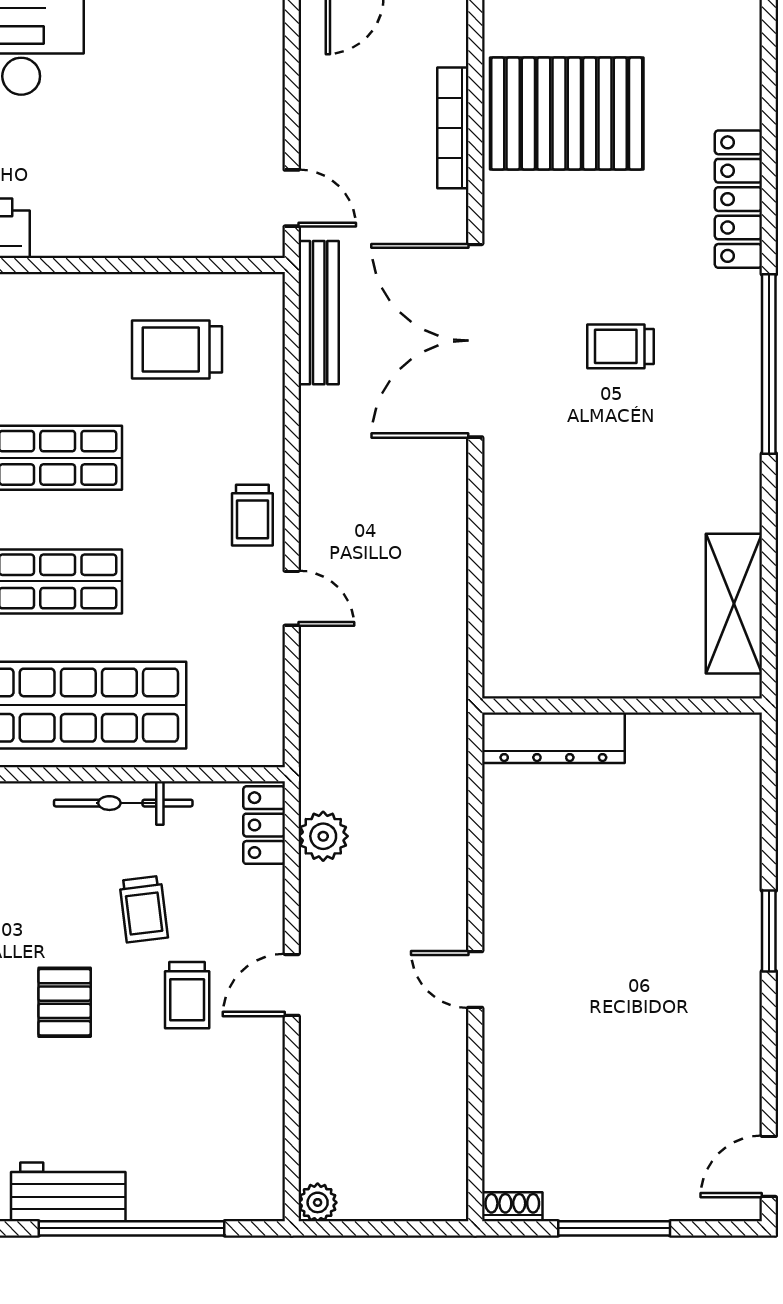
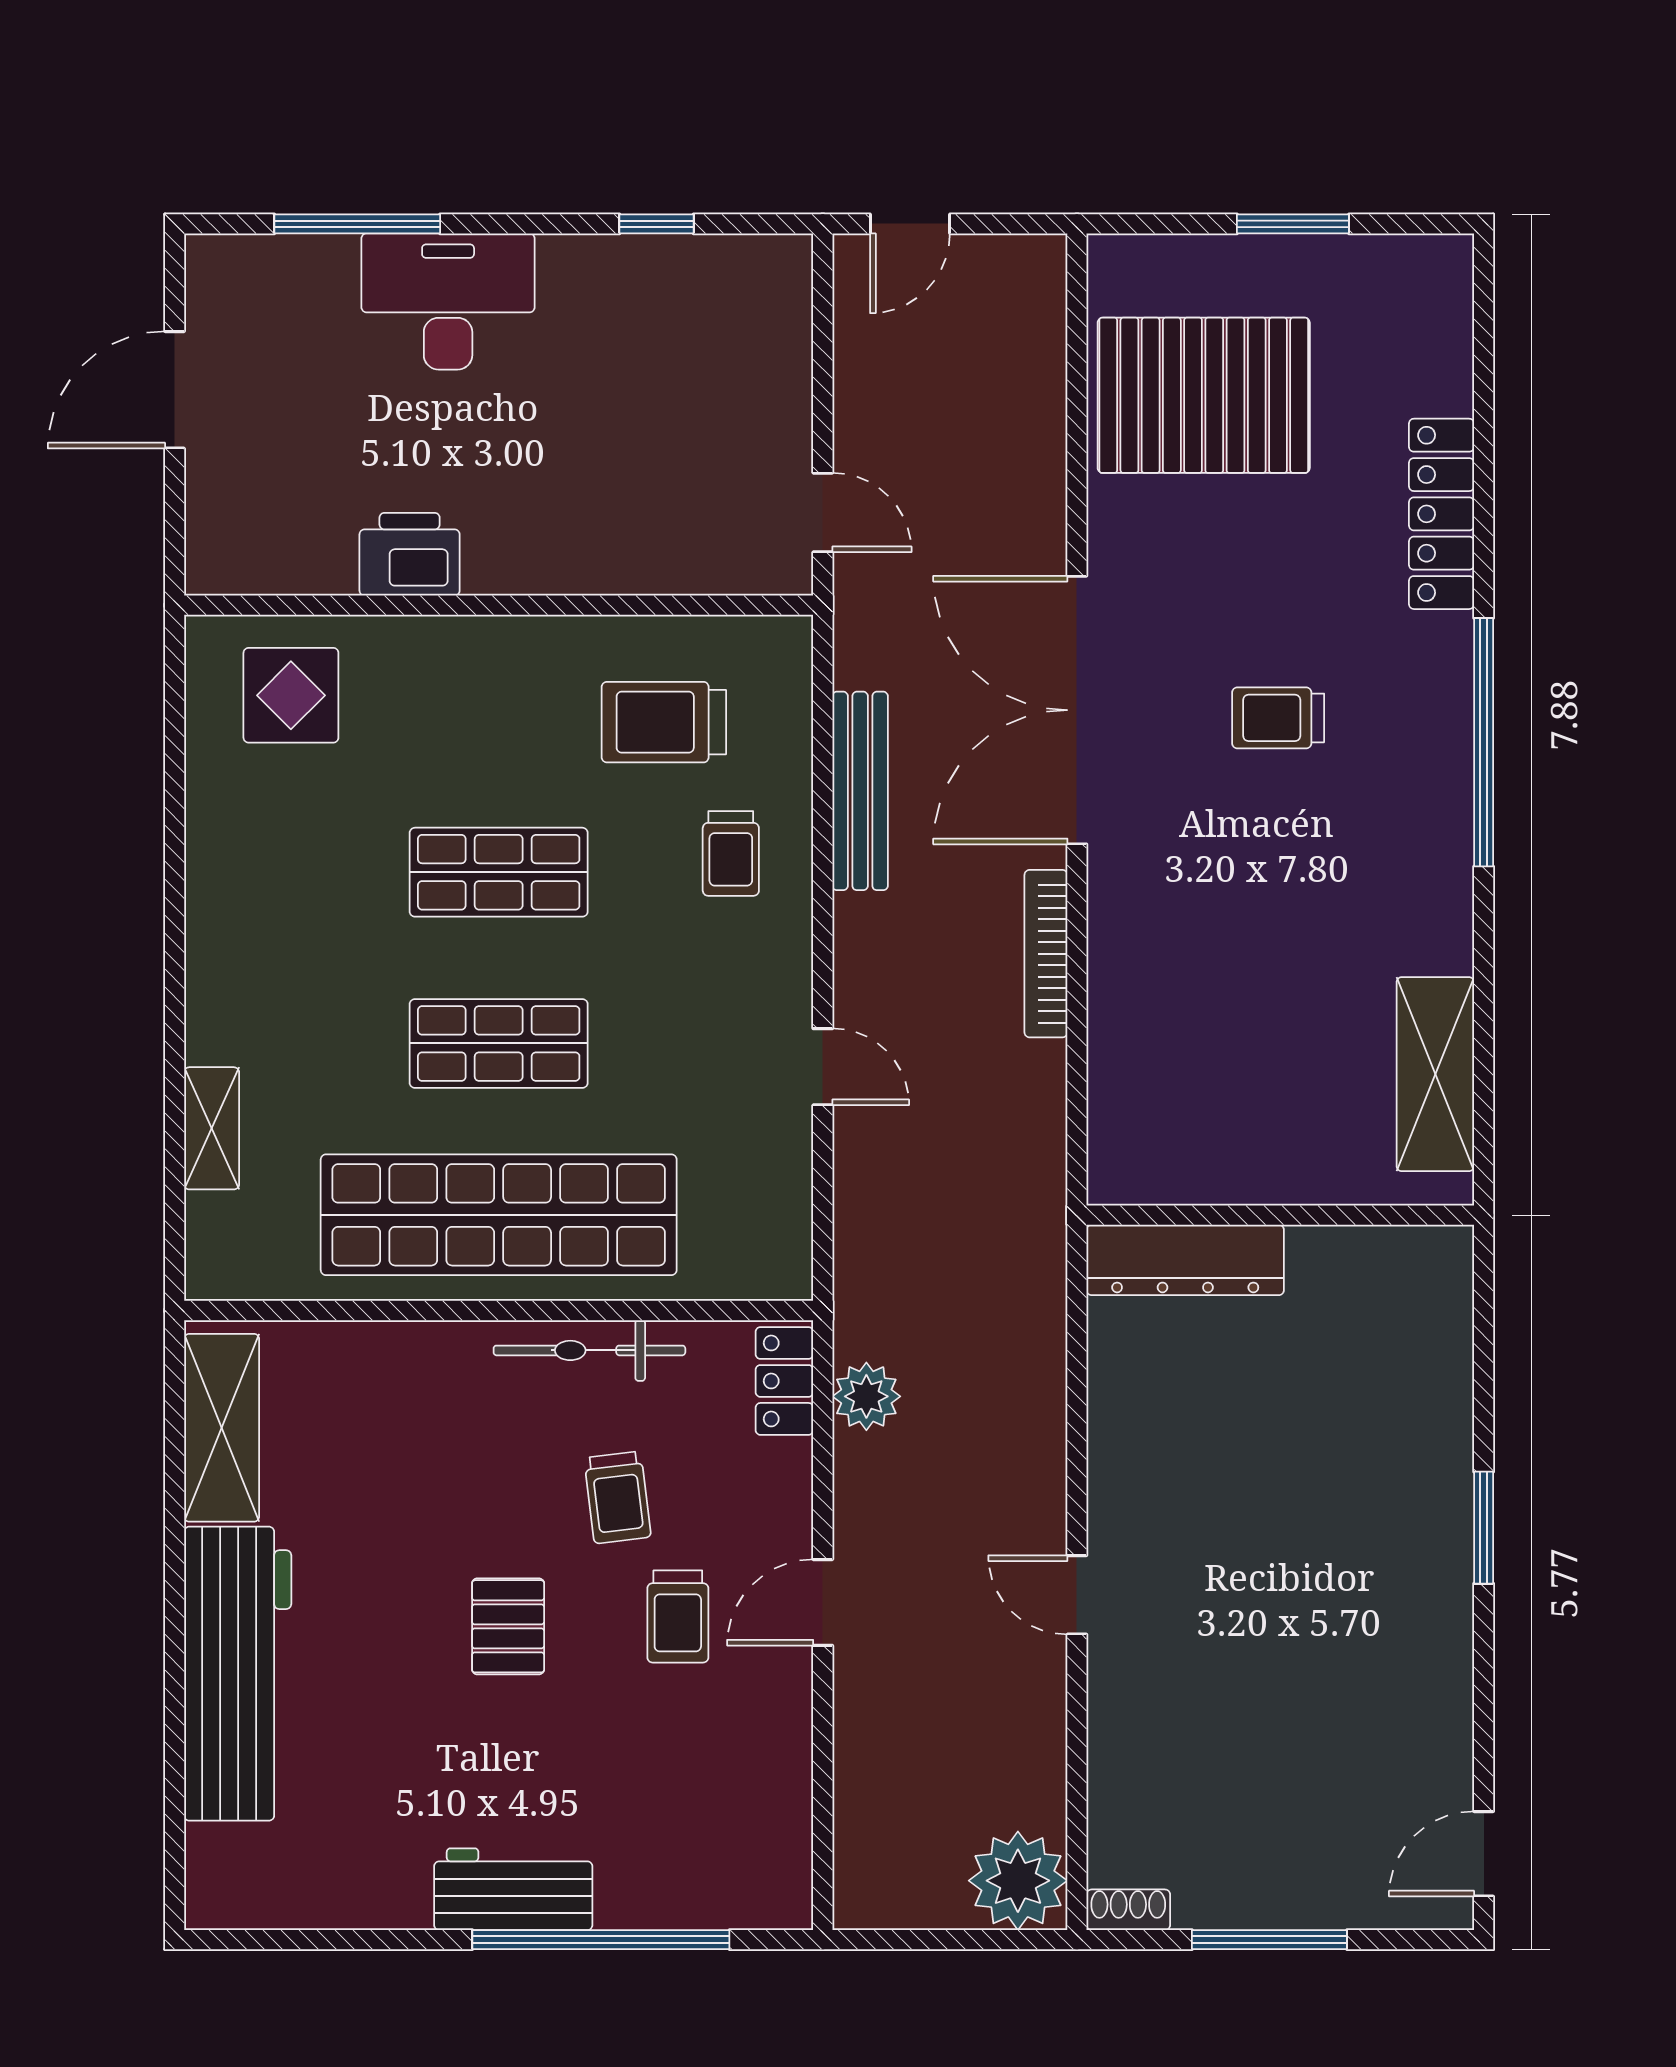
bookcase: (453, 128) -> (1046, 954), moved
bench: (319, 313) -> (860, 791), moved
trolley: (252, 515) -> (731, 853), moved
plant: (318, 1202) -> (1018, 1881), moved, width x1.87, depth x1.87

